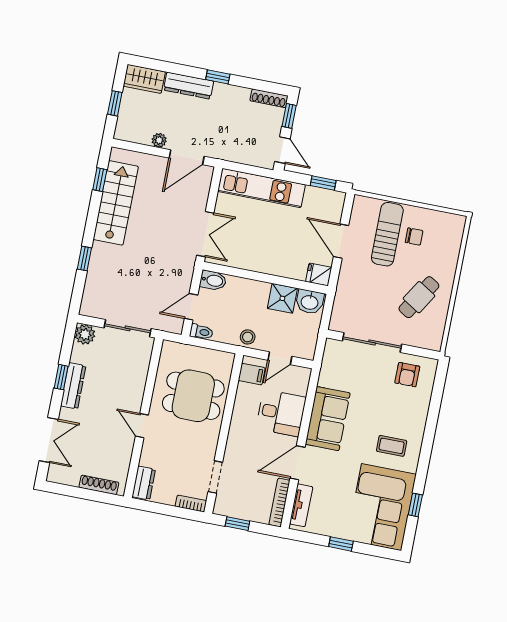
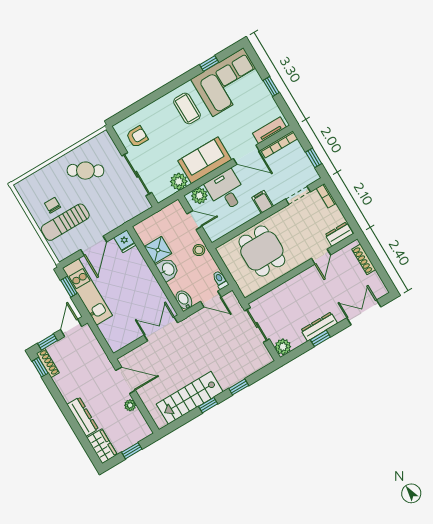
window: (218, 77) -> (40, 367), moved
window: (100, 180) -> (208, 405), moved
kitchen unit: (261, 188) -> (87, 292), moved
washbasin: (310, 302) -> (168, 269), moved
filing cabinet: (252, 374) -> (263, 202), moved
plant: (330, 376) -> (179, 181), added
plant: (299, 384) -> (199, 196), added
door: (142, 426) -> (321, 257), moved
coffee table: (392, 446) -> (187, 108), width x1.36, depth x1.30

